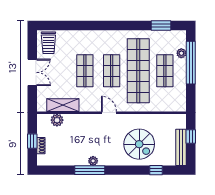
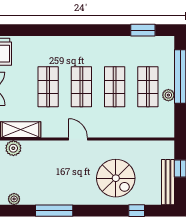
plant: (181, 53) -> (168, 95), moved
shop shelf: (138, 71) -> (115, 87), width x0.50, depth x0.74
plant: (93, 161) -> (14, 199), moved

